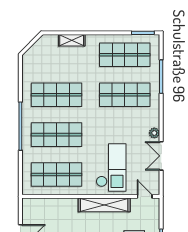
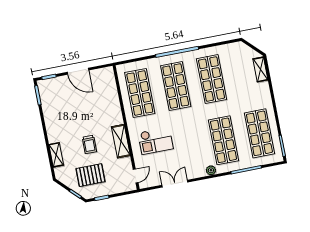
shelving: (72, 40) -> (260, 69), moved
plant: (154, 133) -> (211, 170), moved
checkout: (111, 168) -> (156, 141), width x0.73, depth x0.83
shelving: (104, 205) -> (121, 141), width x0.68

